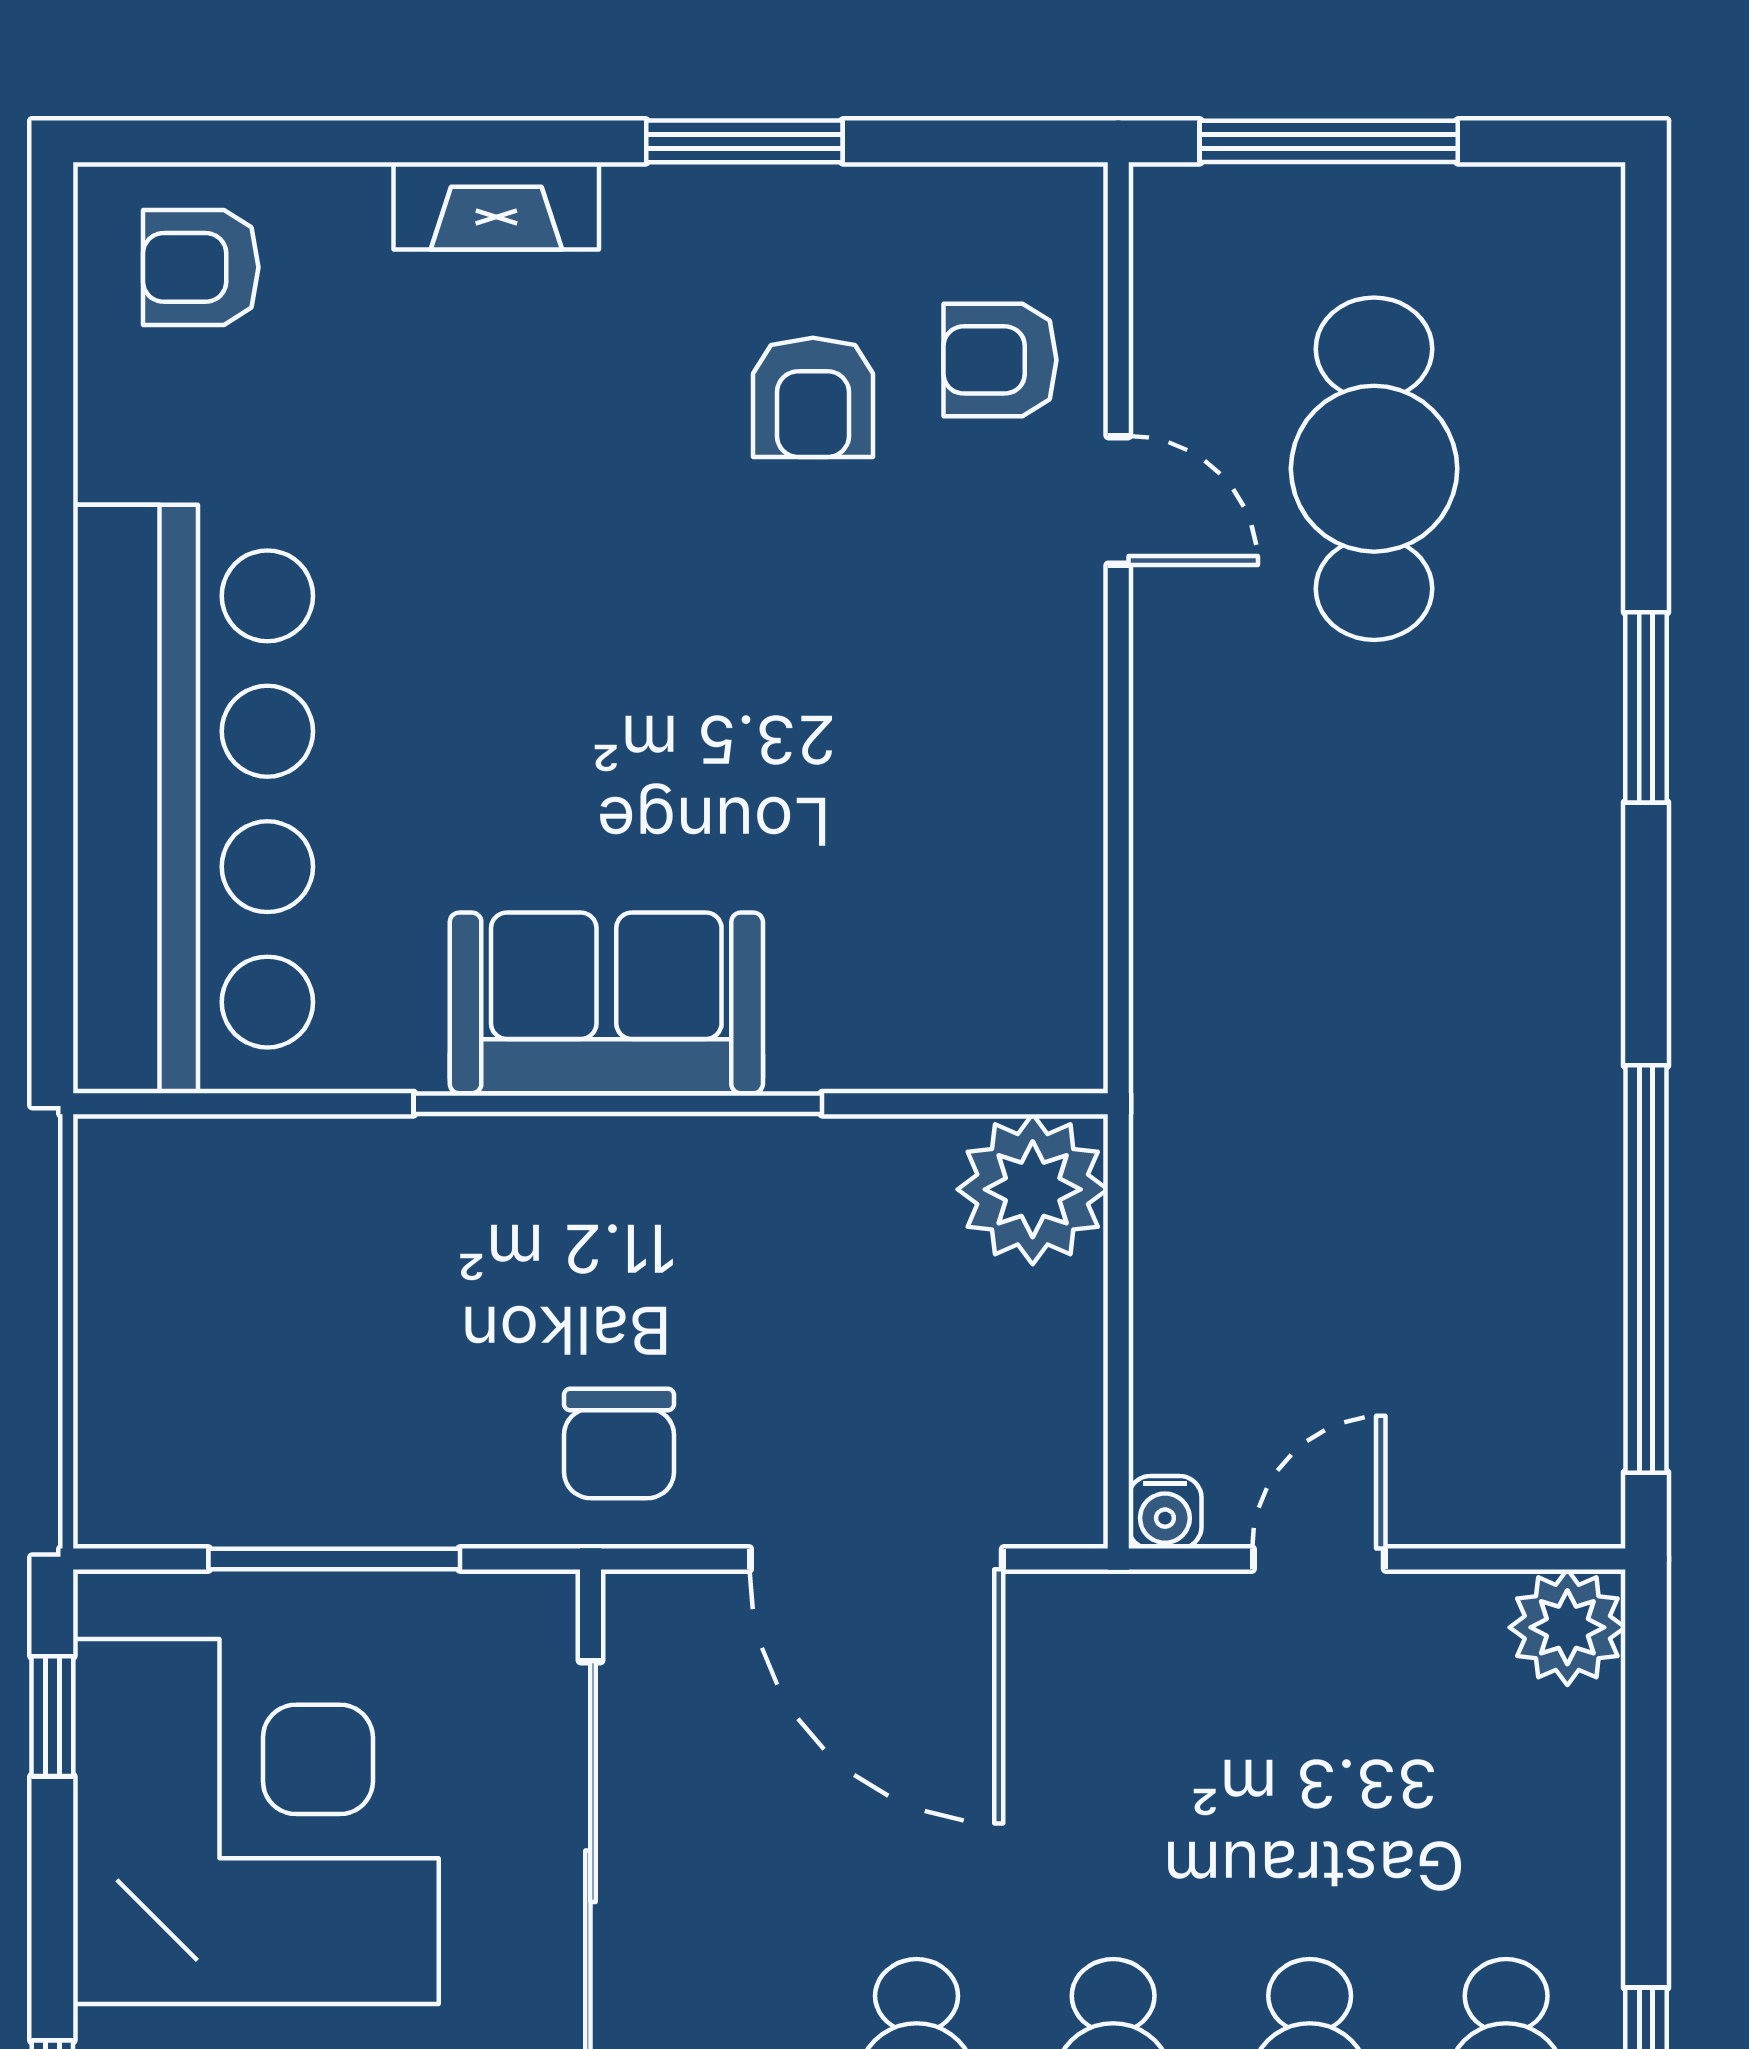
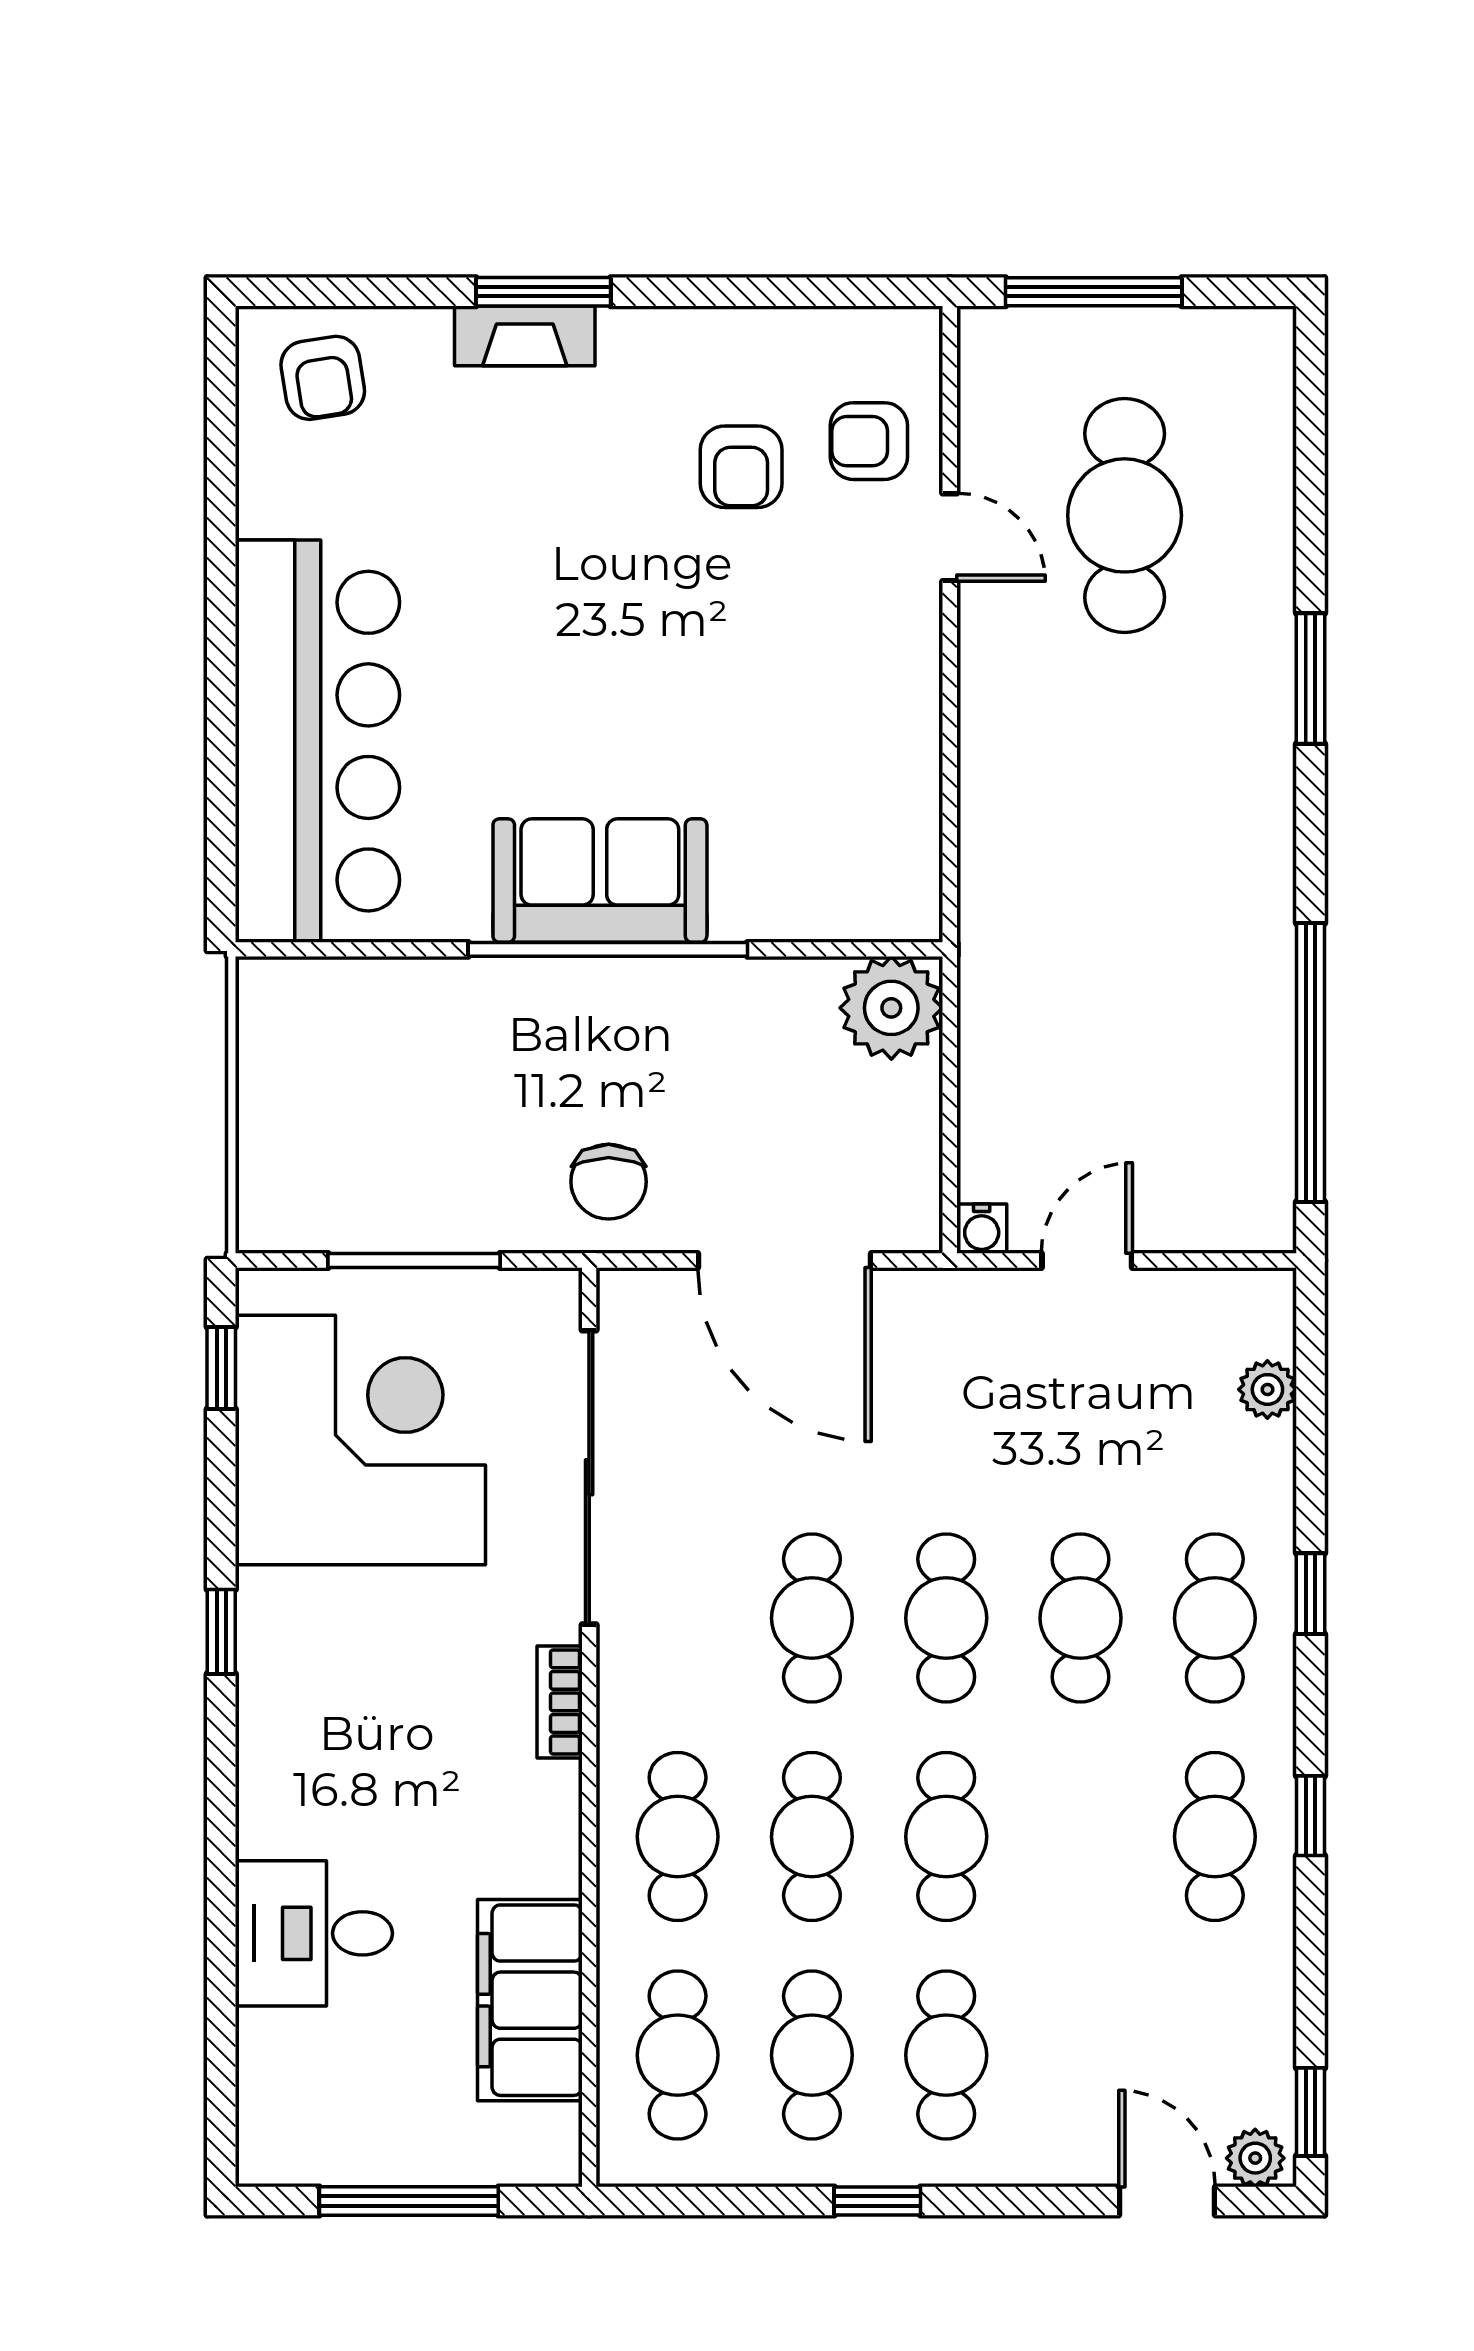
window: (744, 141) -> (543, 292), moved
armchair: (201, 267) -> (323, 378), turned -99
plant: (1567, 1627) -> (1267, 1389), moved, width x0.73, depth x0.73

